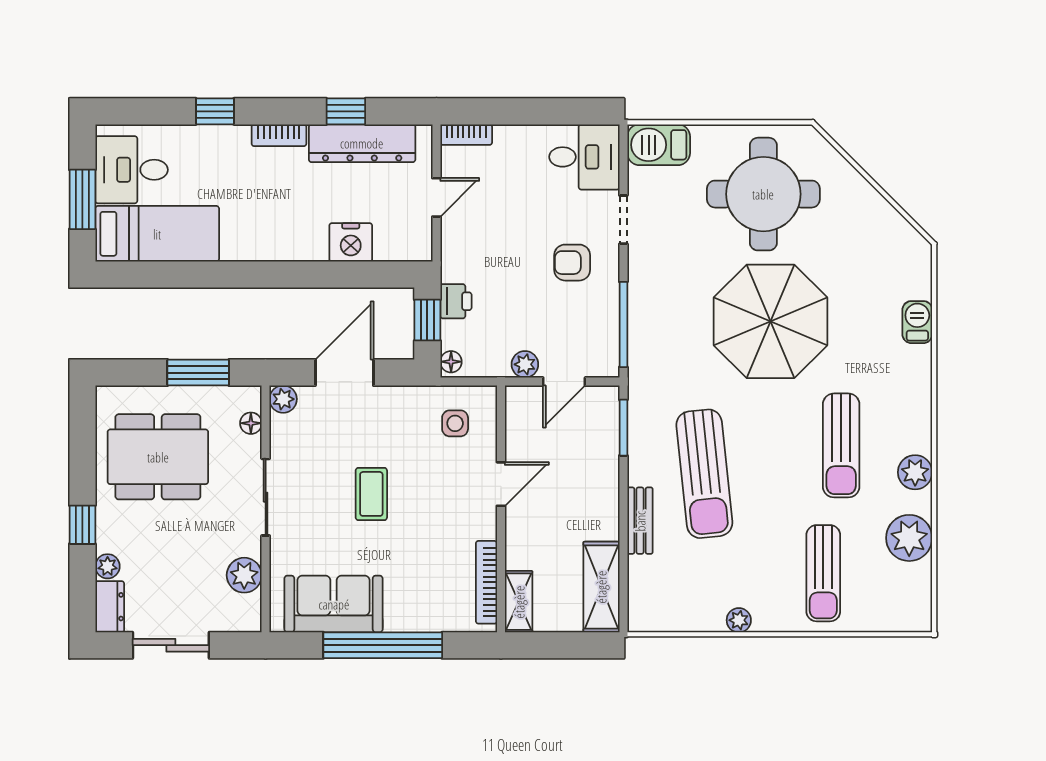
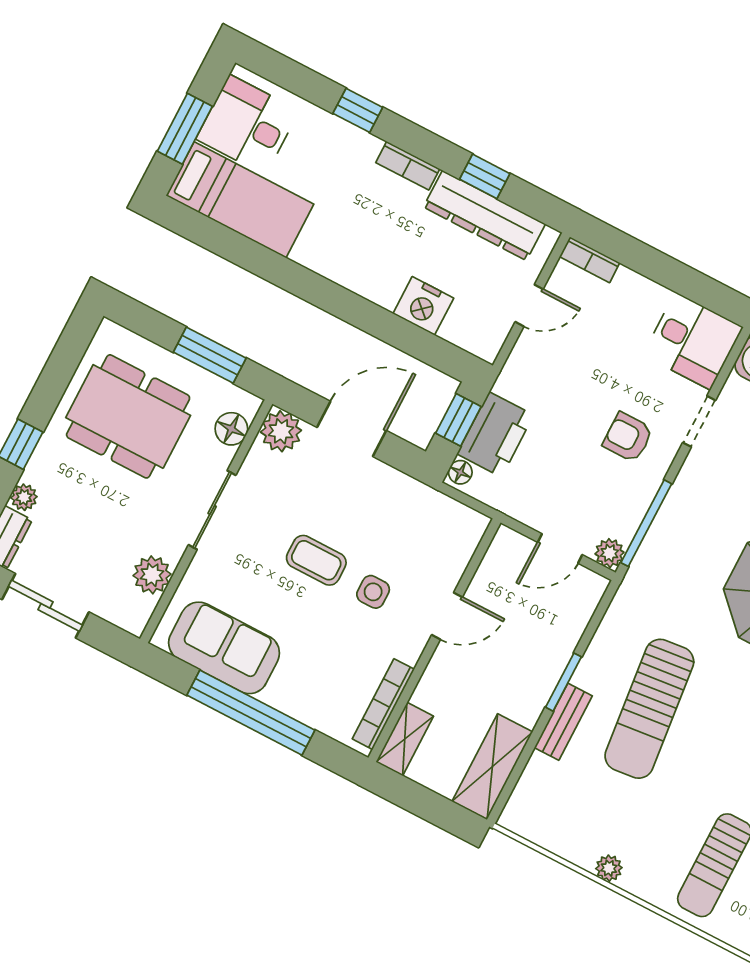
printer: (456, 301) -> (495, 434), width x1.87, depth x1.48
plant: (525, 364) -> (609, 553), moved
plant: (283, 399) -> (281, 431), width x1.38, depth x1.38
floor lamp: (251, 423) -> (231, 429), width x1.37, depth x1.37
side table: (455, 423) -> (373, 592), moved
window: (623, 428) -> (564, 682), moved
coffee table: (371, 494) -> (316, 560), turned 90

